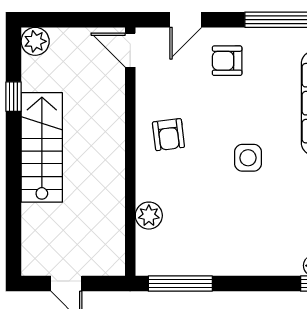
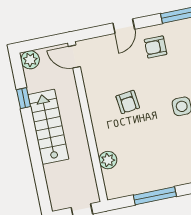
door: (130, 50) -> (74, 57), moved
wall: (130, 152) -> (88, 122), moved
plant: (149, 216) -> (108, 160), moved

